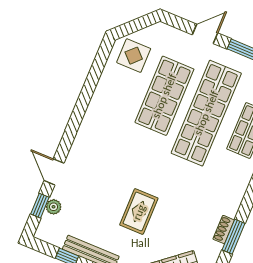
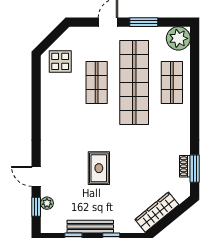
shop shelf: (164, 96) -> (97, 83), width x0.70, depth x0.74
rug: (139, 212) -> (99, 168), moved

